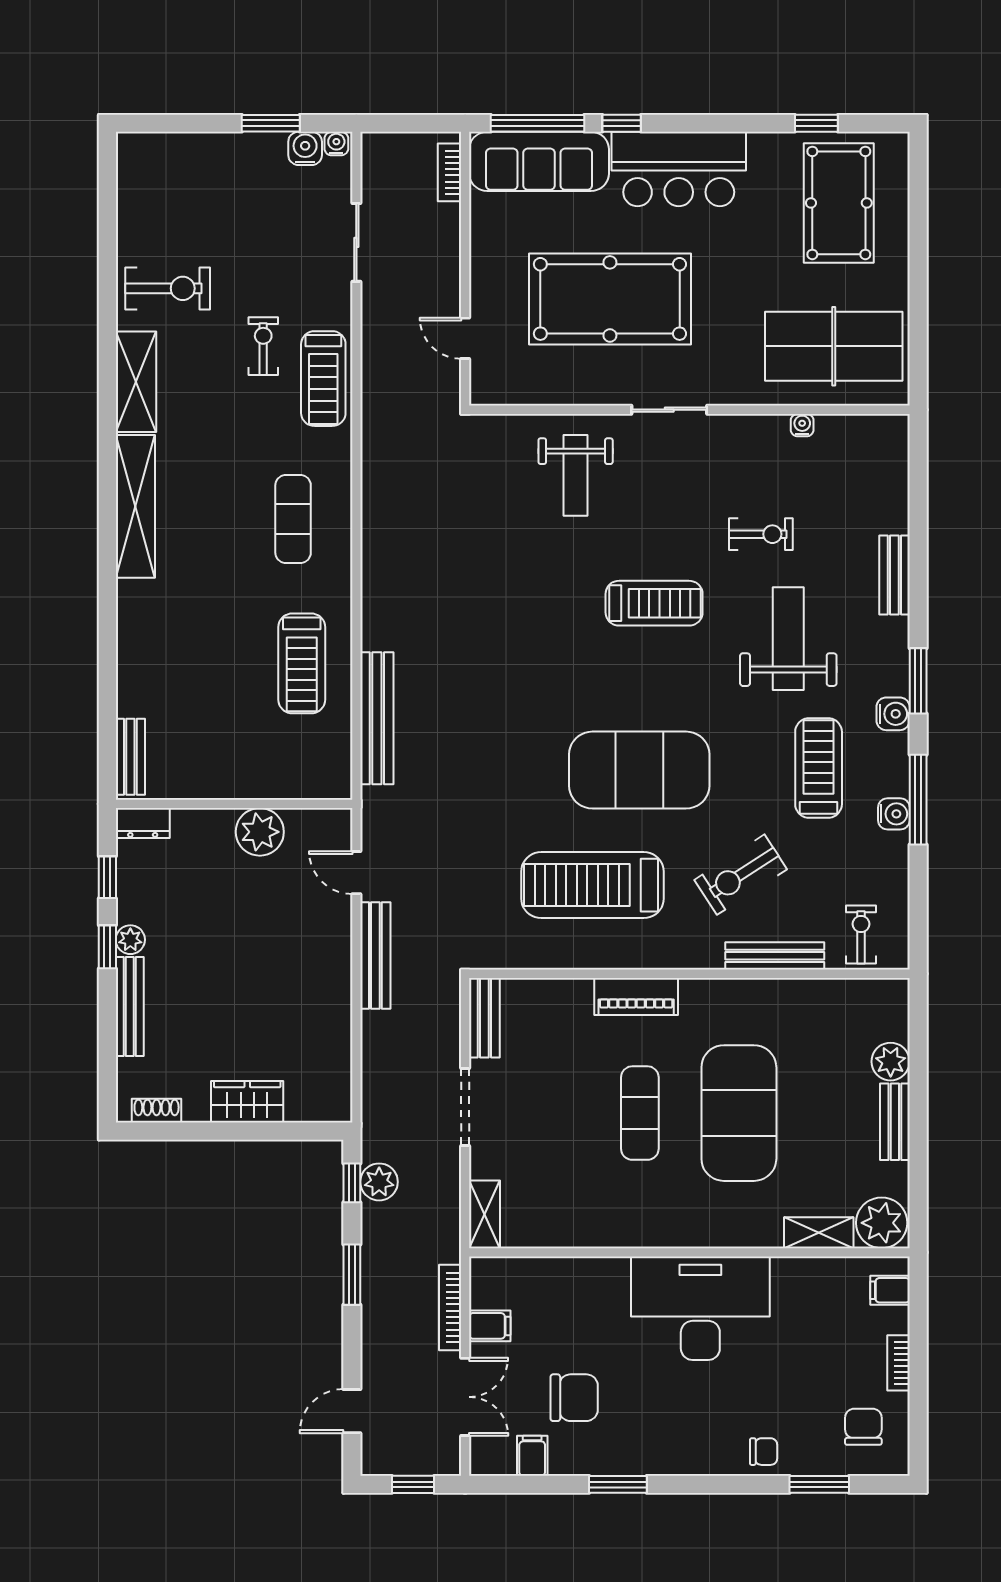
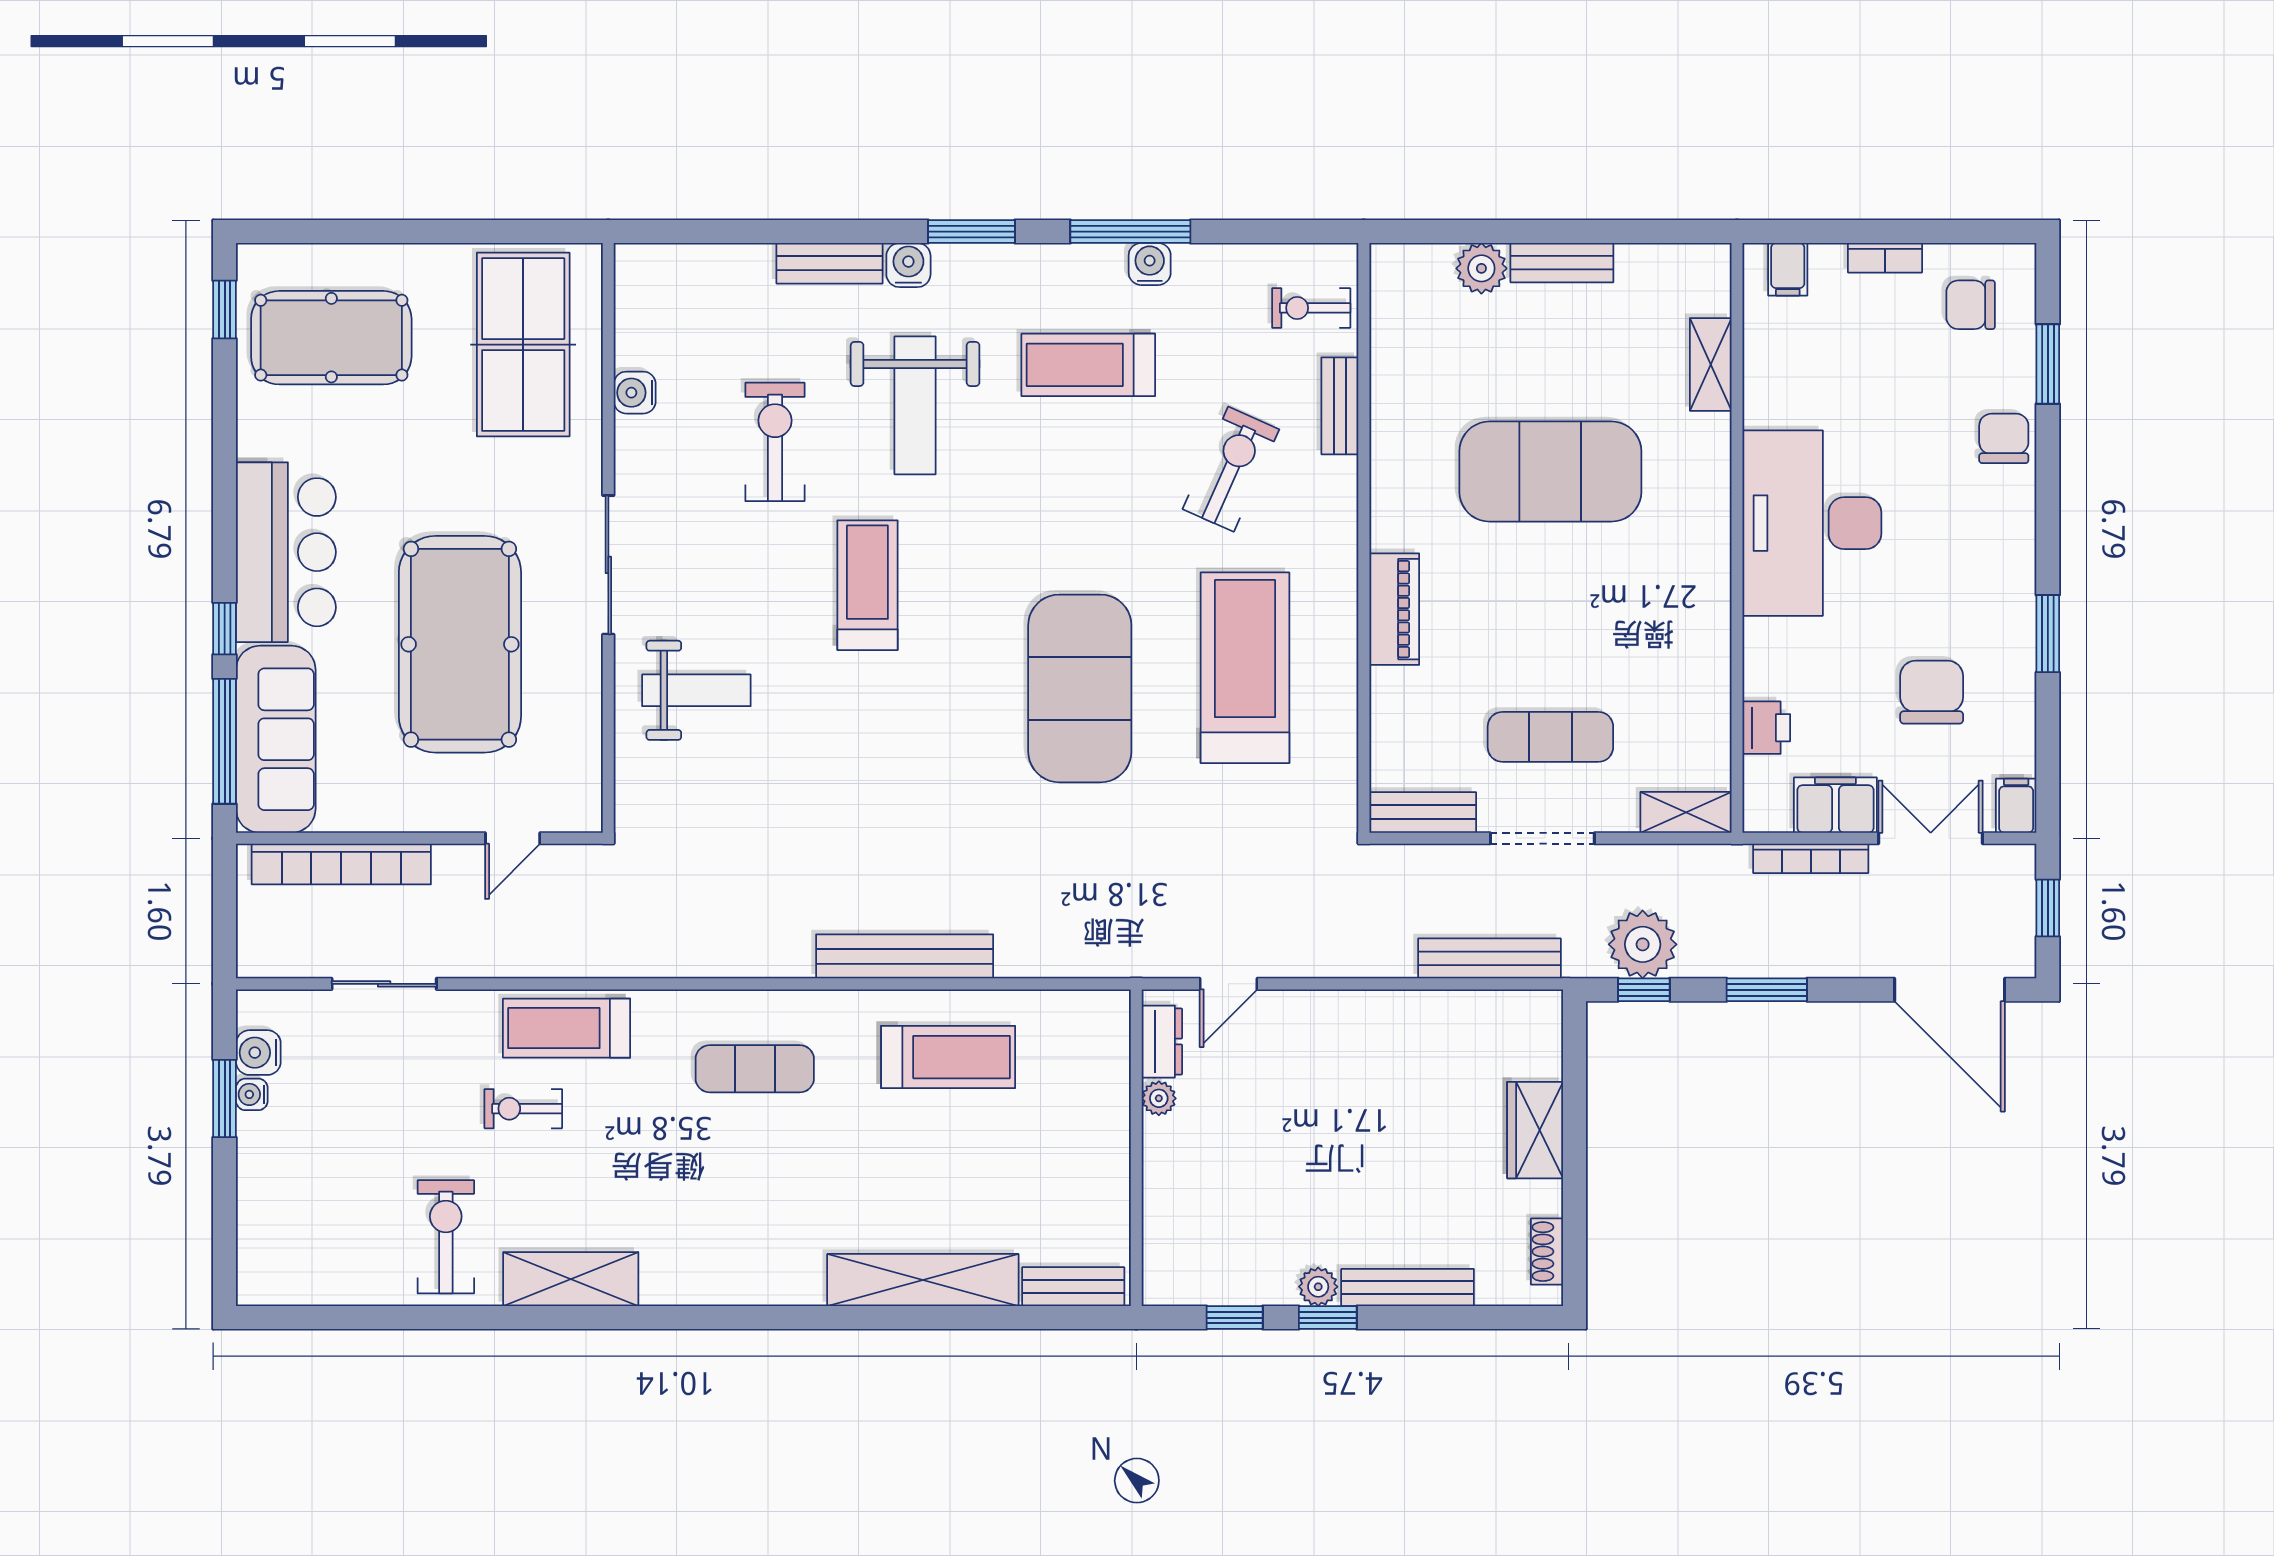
window: (816, 123) -> (225, 310), moved
water cooler: (336, 144) -> (252, 1094), moved
bookcase: (449, 172) -> (341, 864), width x2.31, depth x1.31
treadmill: (323, 379) -> (567, 1028), turned 180
sliding door: (669, 410) -> (608, 565), width x1.37
water cooler: (802, 425) -> (635, 393), width x1.38, depth x1.38
shelving: (135, 506) -> (923, 1280), moved
exercise bike: (761, 534) -> (775, 442), width x1.38, depth x1.39
weight bench: (788, 639) -> (915, 405), turned -90
water cooler: (893, 714) -> (908, 265), moved
bench: (377, 718) -> (905, 956), moved
exercise mat: (639, 770) -> (1080, 688), moved
dresser: (143, 823) -> (1162, 1042), moved
plant: (260, 832) -> (1159, 1098), width x0.53, depth x0.53
exercise bike: (741, 875) -> (1231, 469), turned -123
treadmill: (592, 885) -> (1245, 668), turned 180
bench: (375, 955) -> (1489, 958), moved
bench: (775, 956) -> (1340, 406), width x0.73
exercise mat: (640, 1113) -> (1550, 737), moved
plant: (379, 1182) -> (1643, 944), width x1.36, depth x1.36
plant: (882, 1223) -> (1697, 280), removed
printer: (548, 1274) -> (1766, 728), added
filing cabinet: (490, 1326) -> (1835, 805), width x2.00
door: (352, 1411) -> (1950, 990), width x1.87
chair: (764, 1452) -> (2004, 438), width x1.37, depth x1.37
filing cabinet: (532, 1456) -> (2016, 806), moved, turned 90

